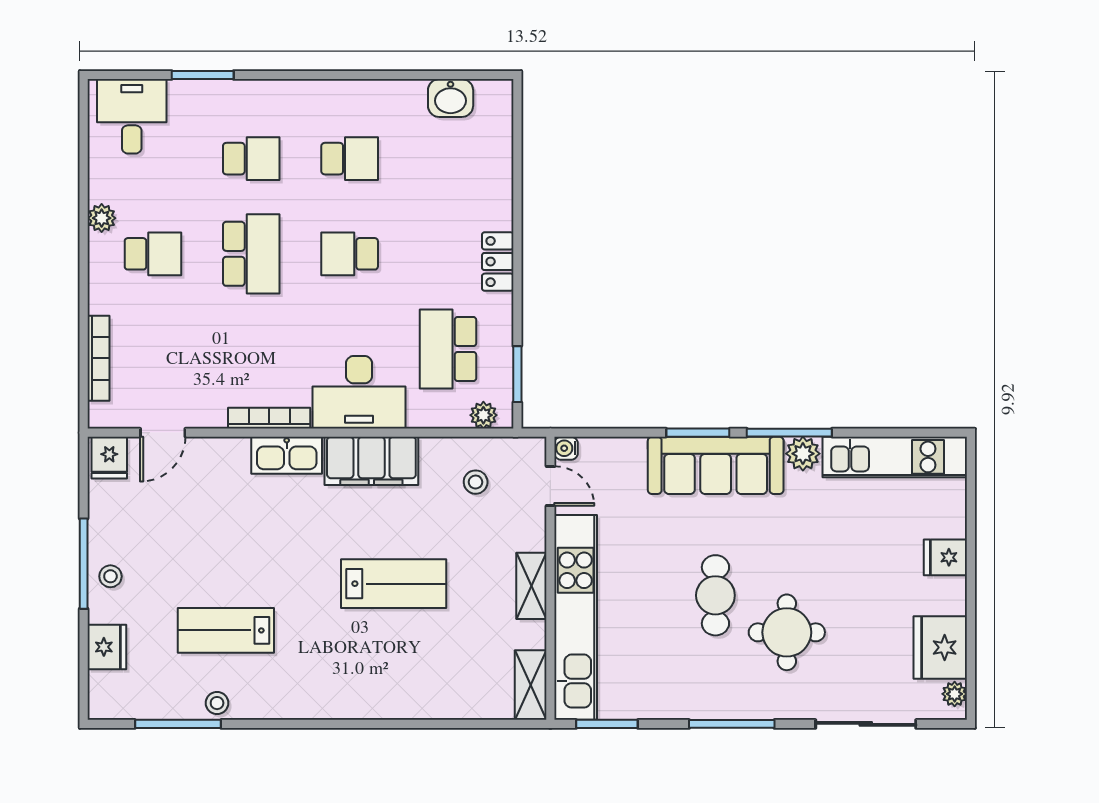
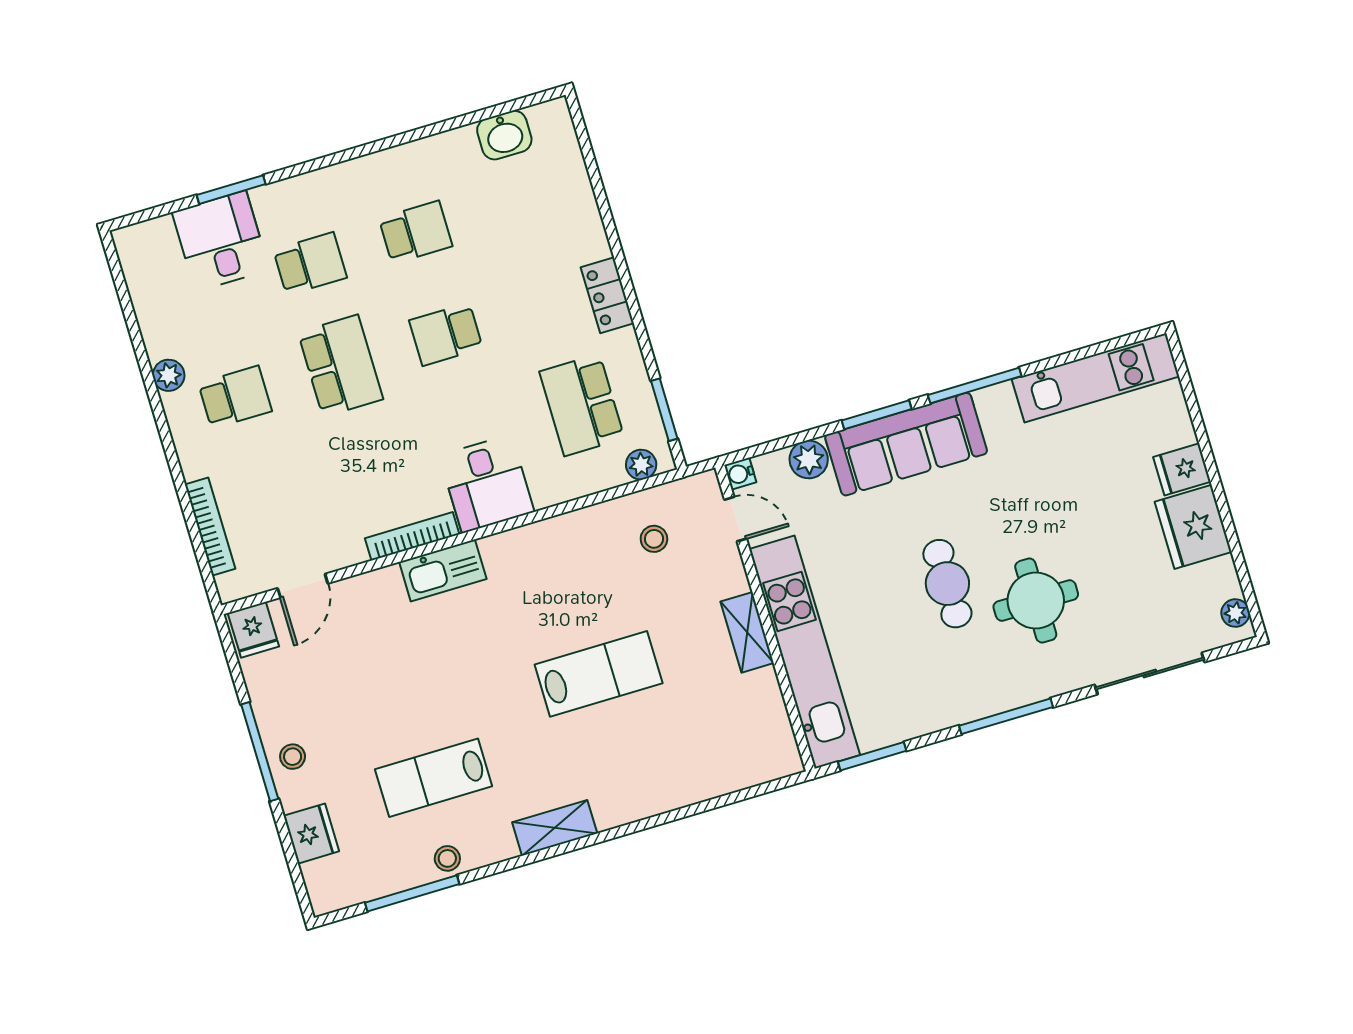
desk: (132, 116) -> (221, 241), moved
desk: (359, 392) -> (487, 484), width x0.73
plant: (803, 454) -> (809, 459), moved
filing cabinet: (371, 461) -> (536, 549), removed
fridge: (940, 647) -> (1193, 527), moved
shelving: (531, 685) -> (555, 828), moved, turned 90

